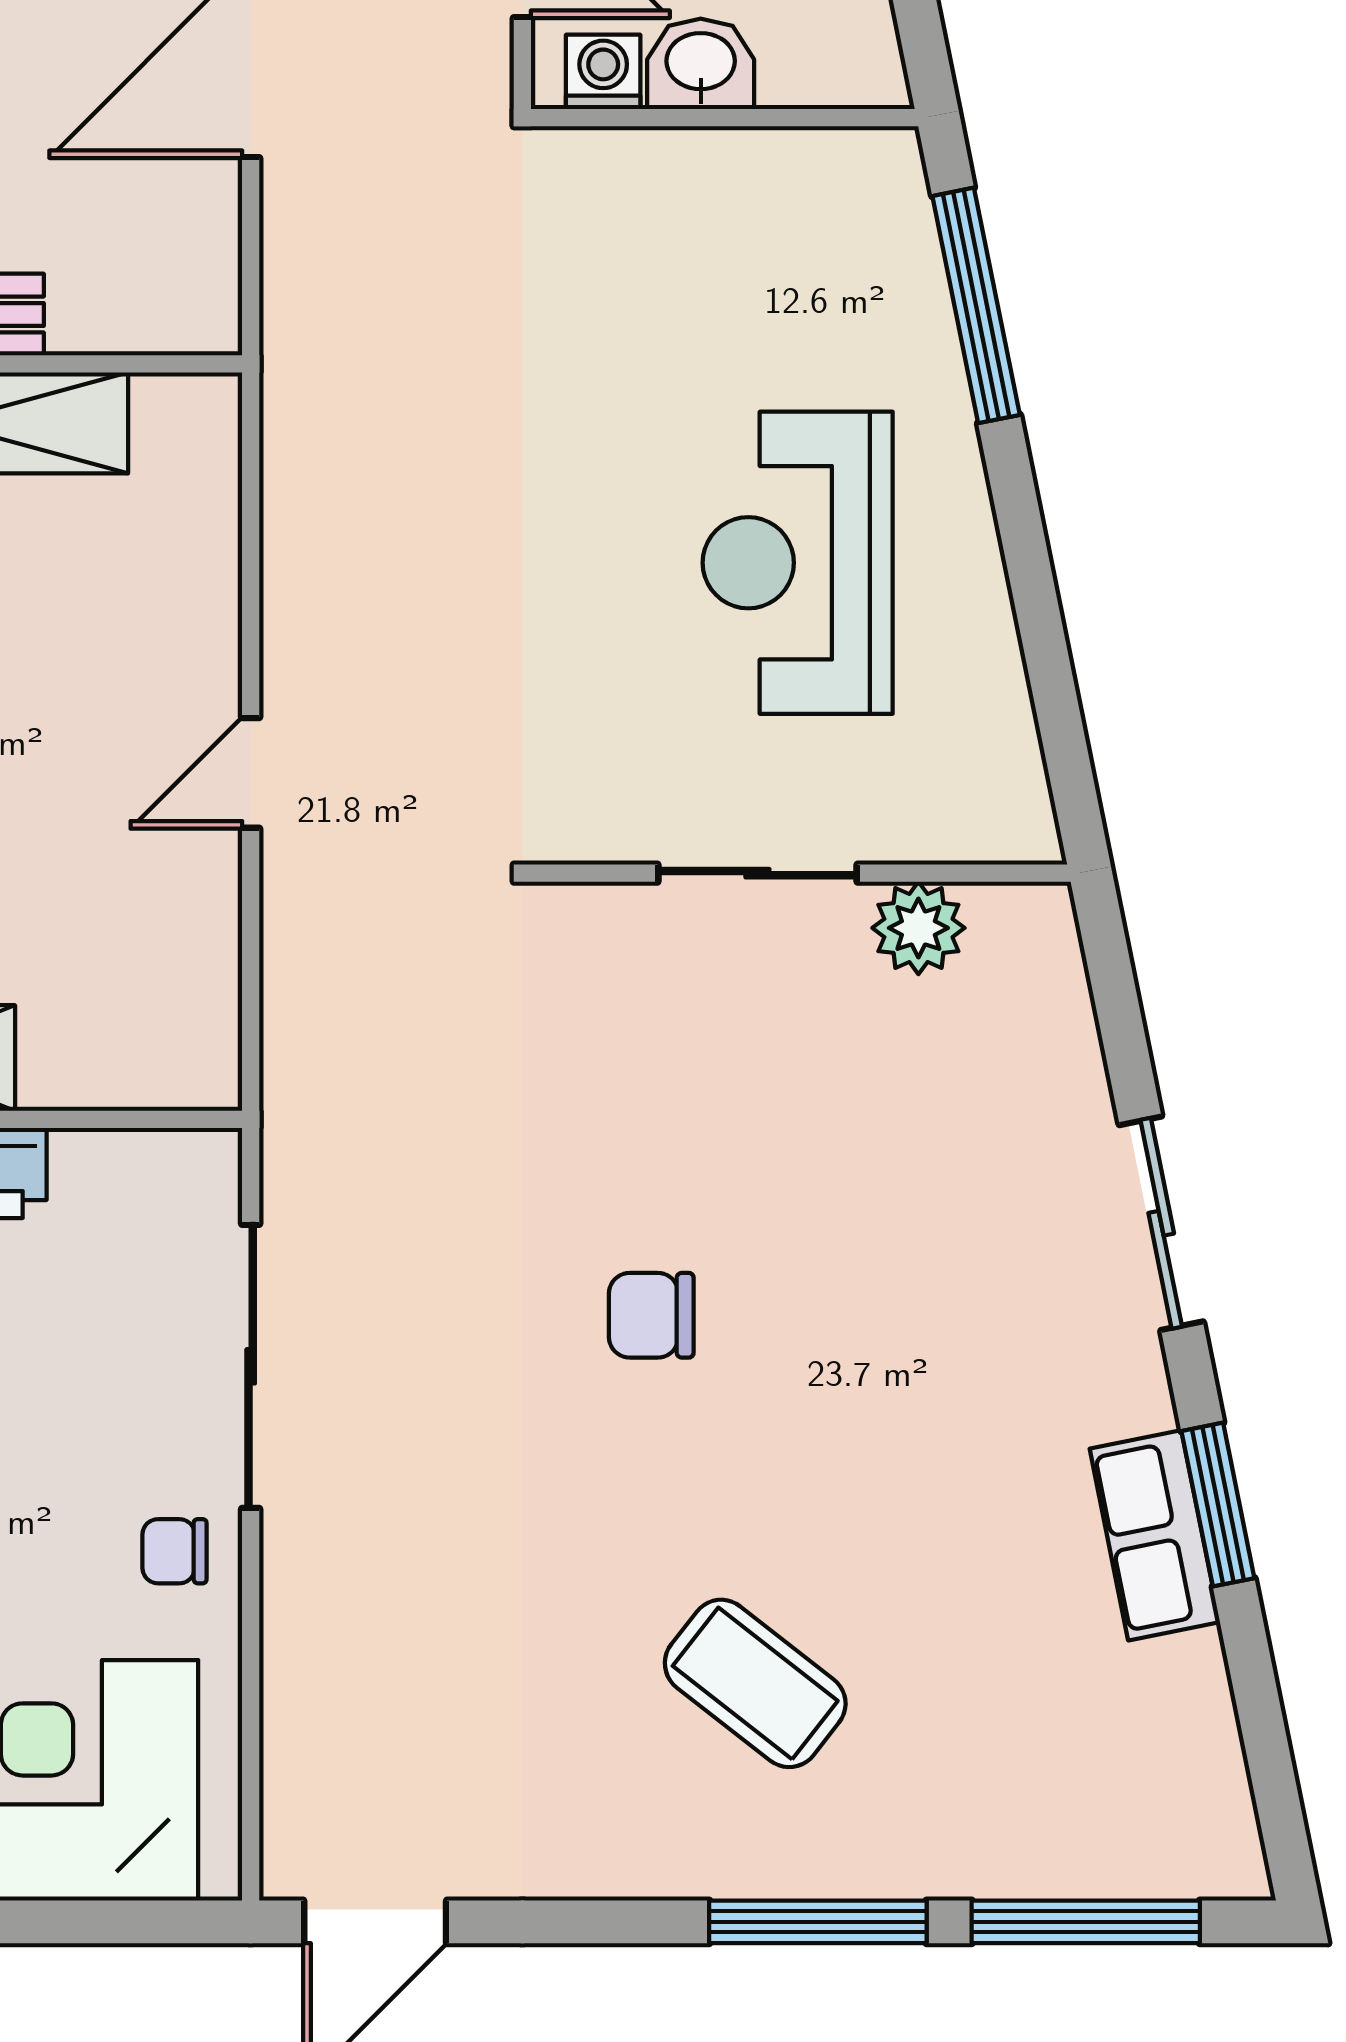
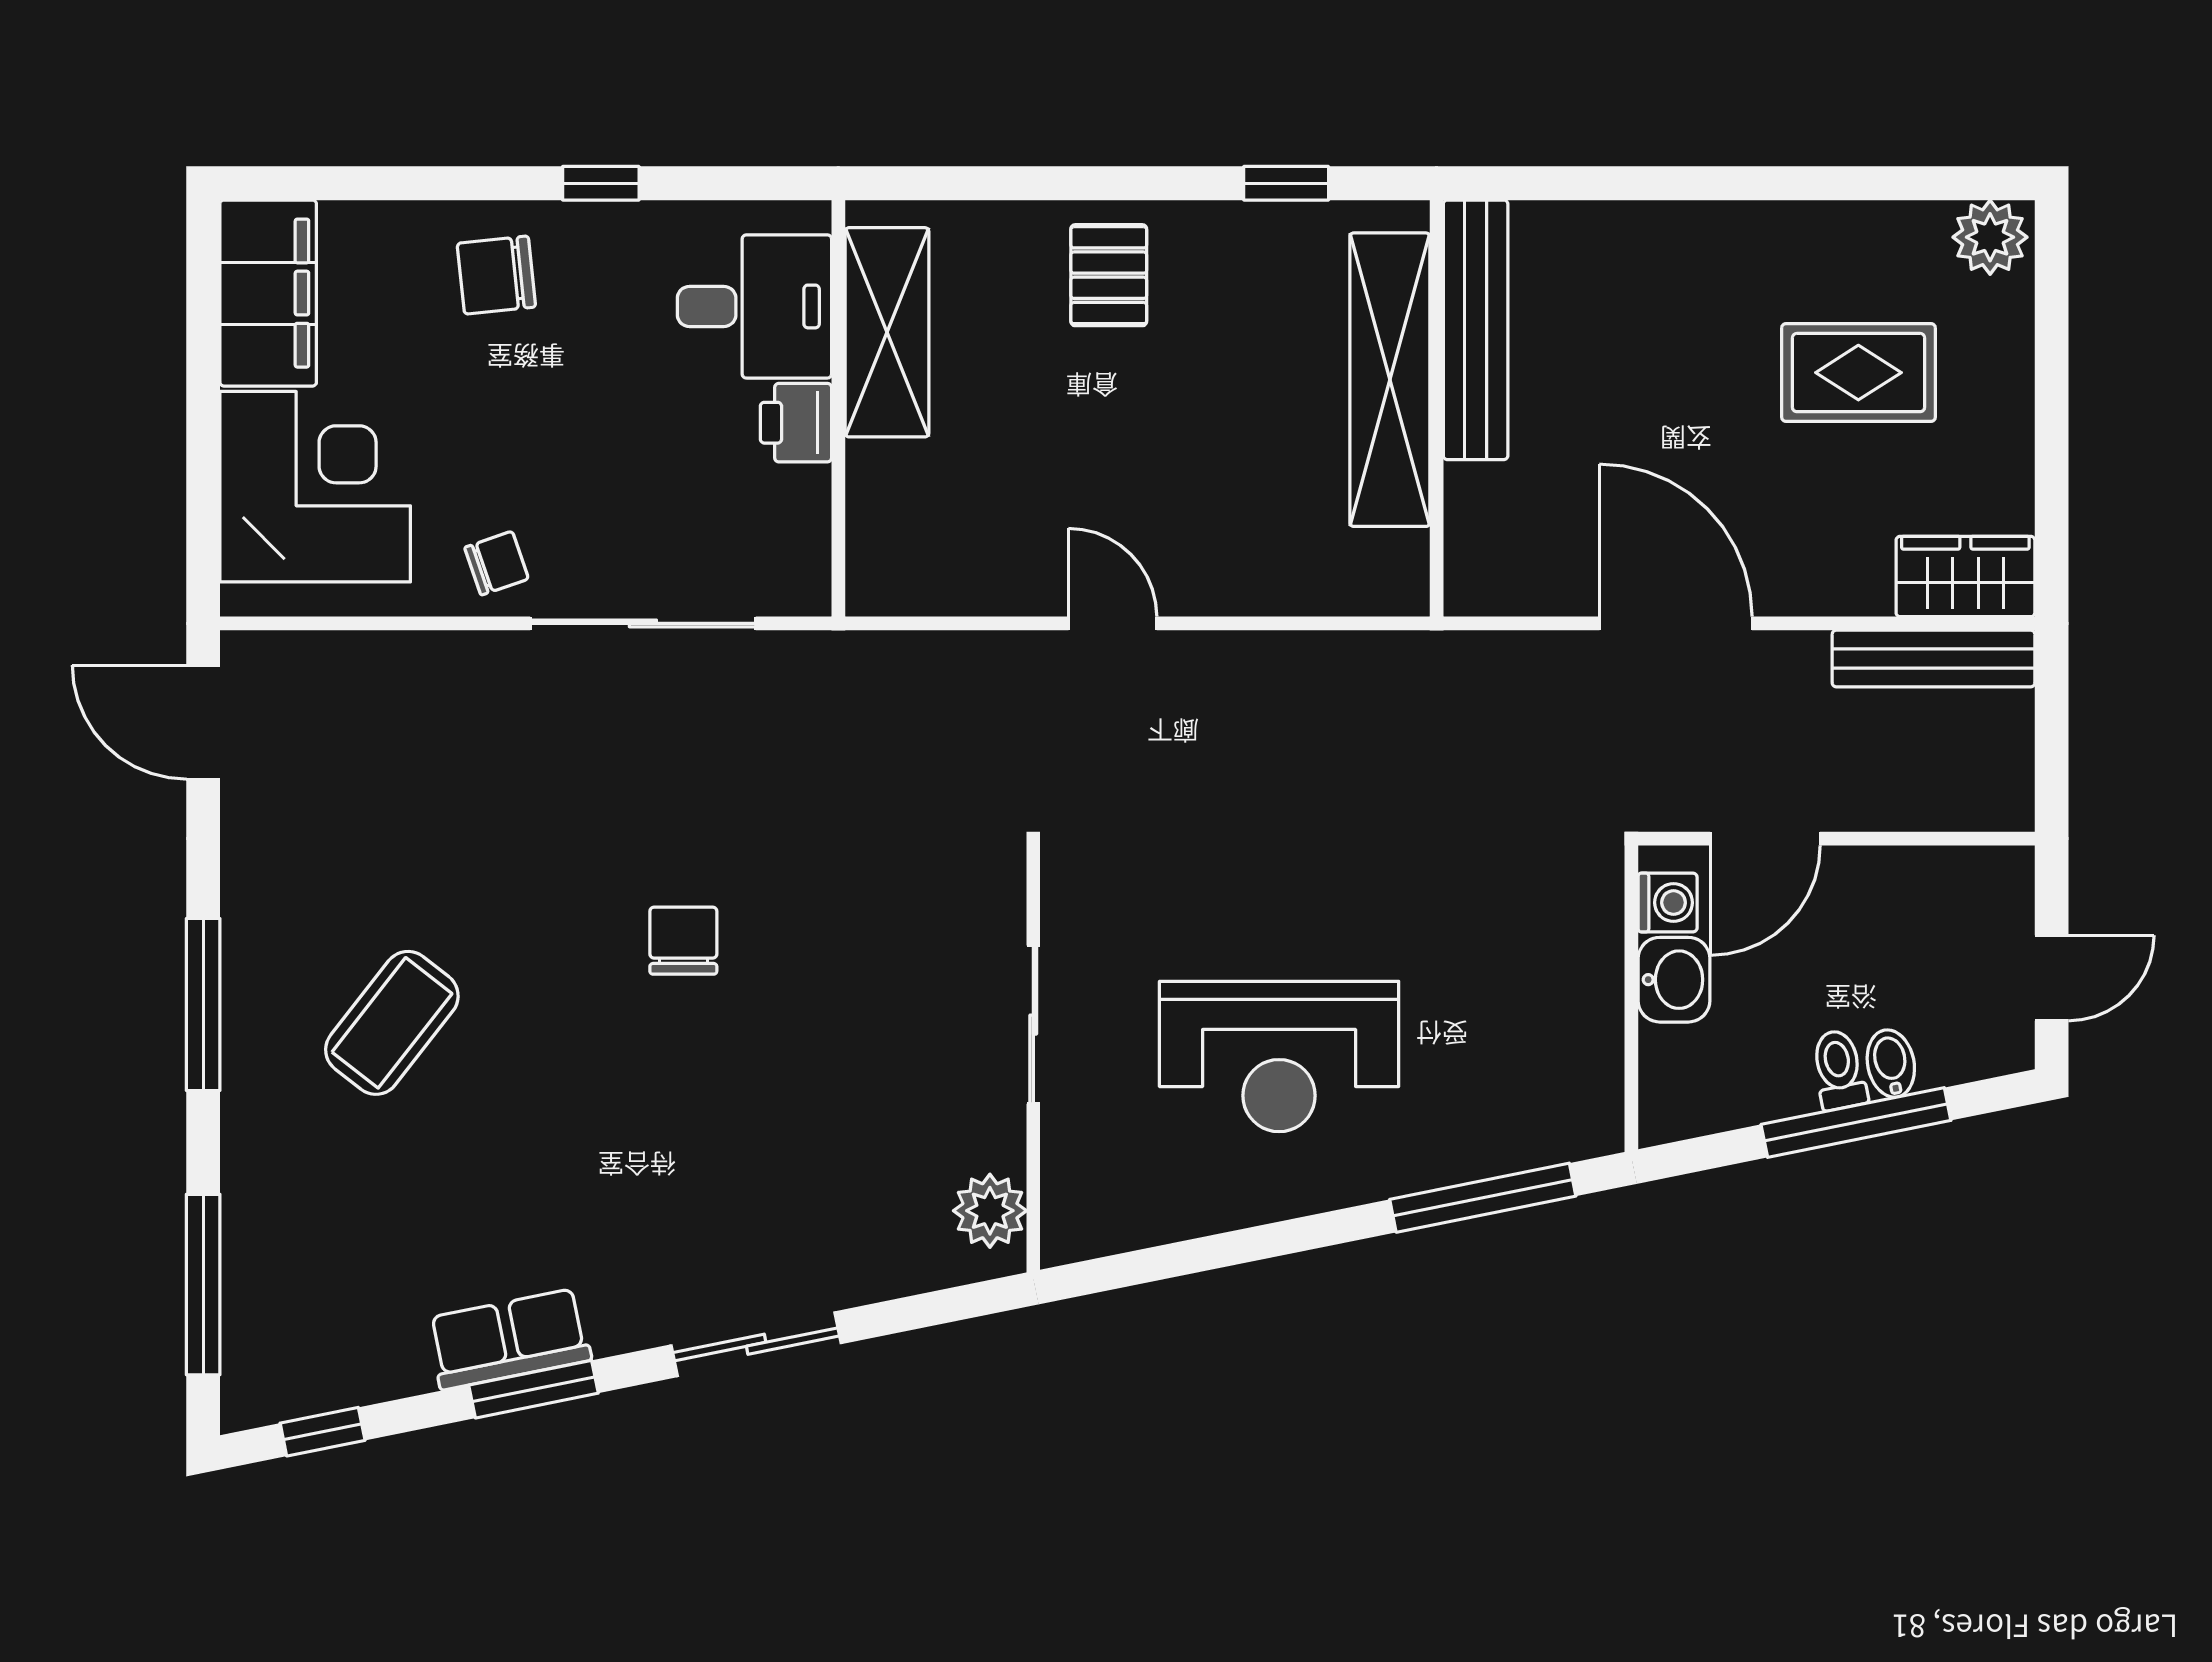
reception desk: (798, 563) -> (1279, 1057), turned 180
plant: (918, 928) -> (990, 1211), moved
chair: (174, 1551) -> (497, 563), turned 71
window: (1272, 1771) -> (323, 1432), added
window: (818, 1922) -> (203, 1005), moved

